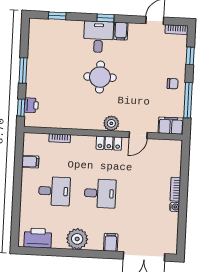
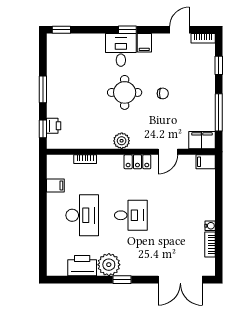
window: (57, 16) -> (61, 30), moved
chair: (173, 84) -> (163, 93), moved
plant: (111, 123) -> (122, 141), moved
bookcase: (175, 189) -> (210, 244), moved
desk: (54, 191) -> (82, 215), width x1.37
printer: (38, 238) -> (82, 266), moved
filing cabinet: (111, 242) -> (206, 162), moved, turned -90
window: (89, 254) -> (122, 280), added

